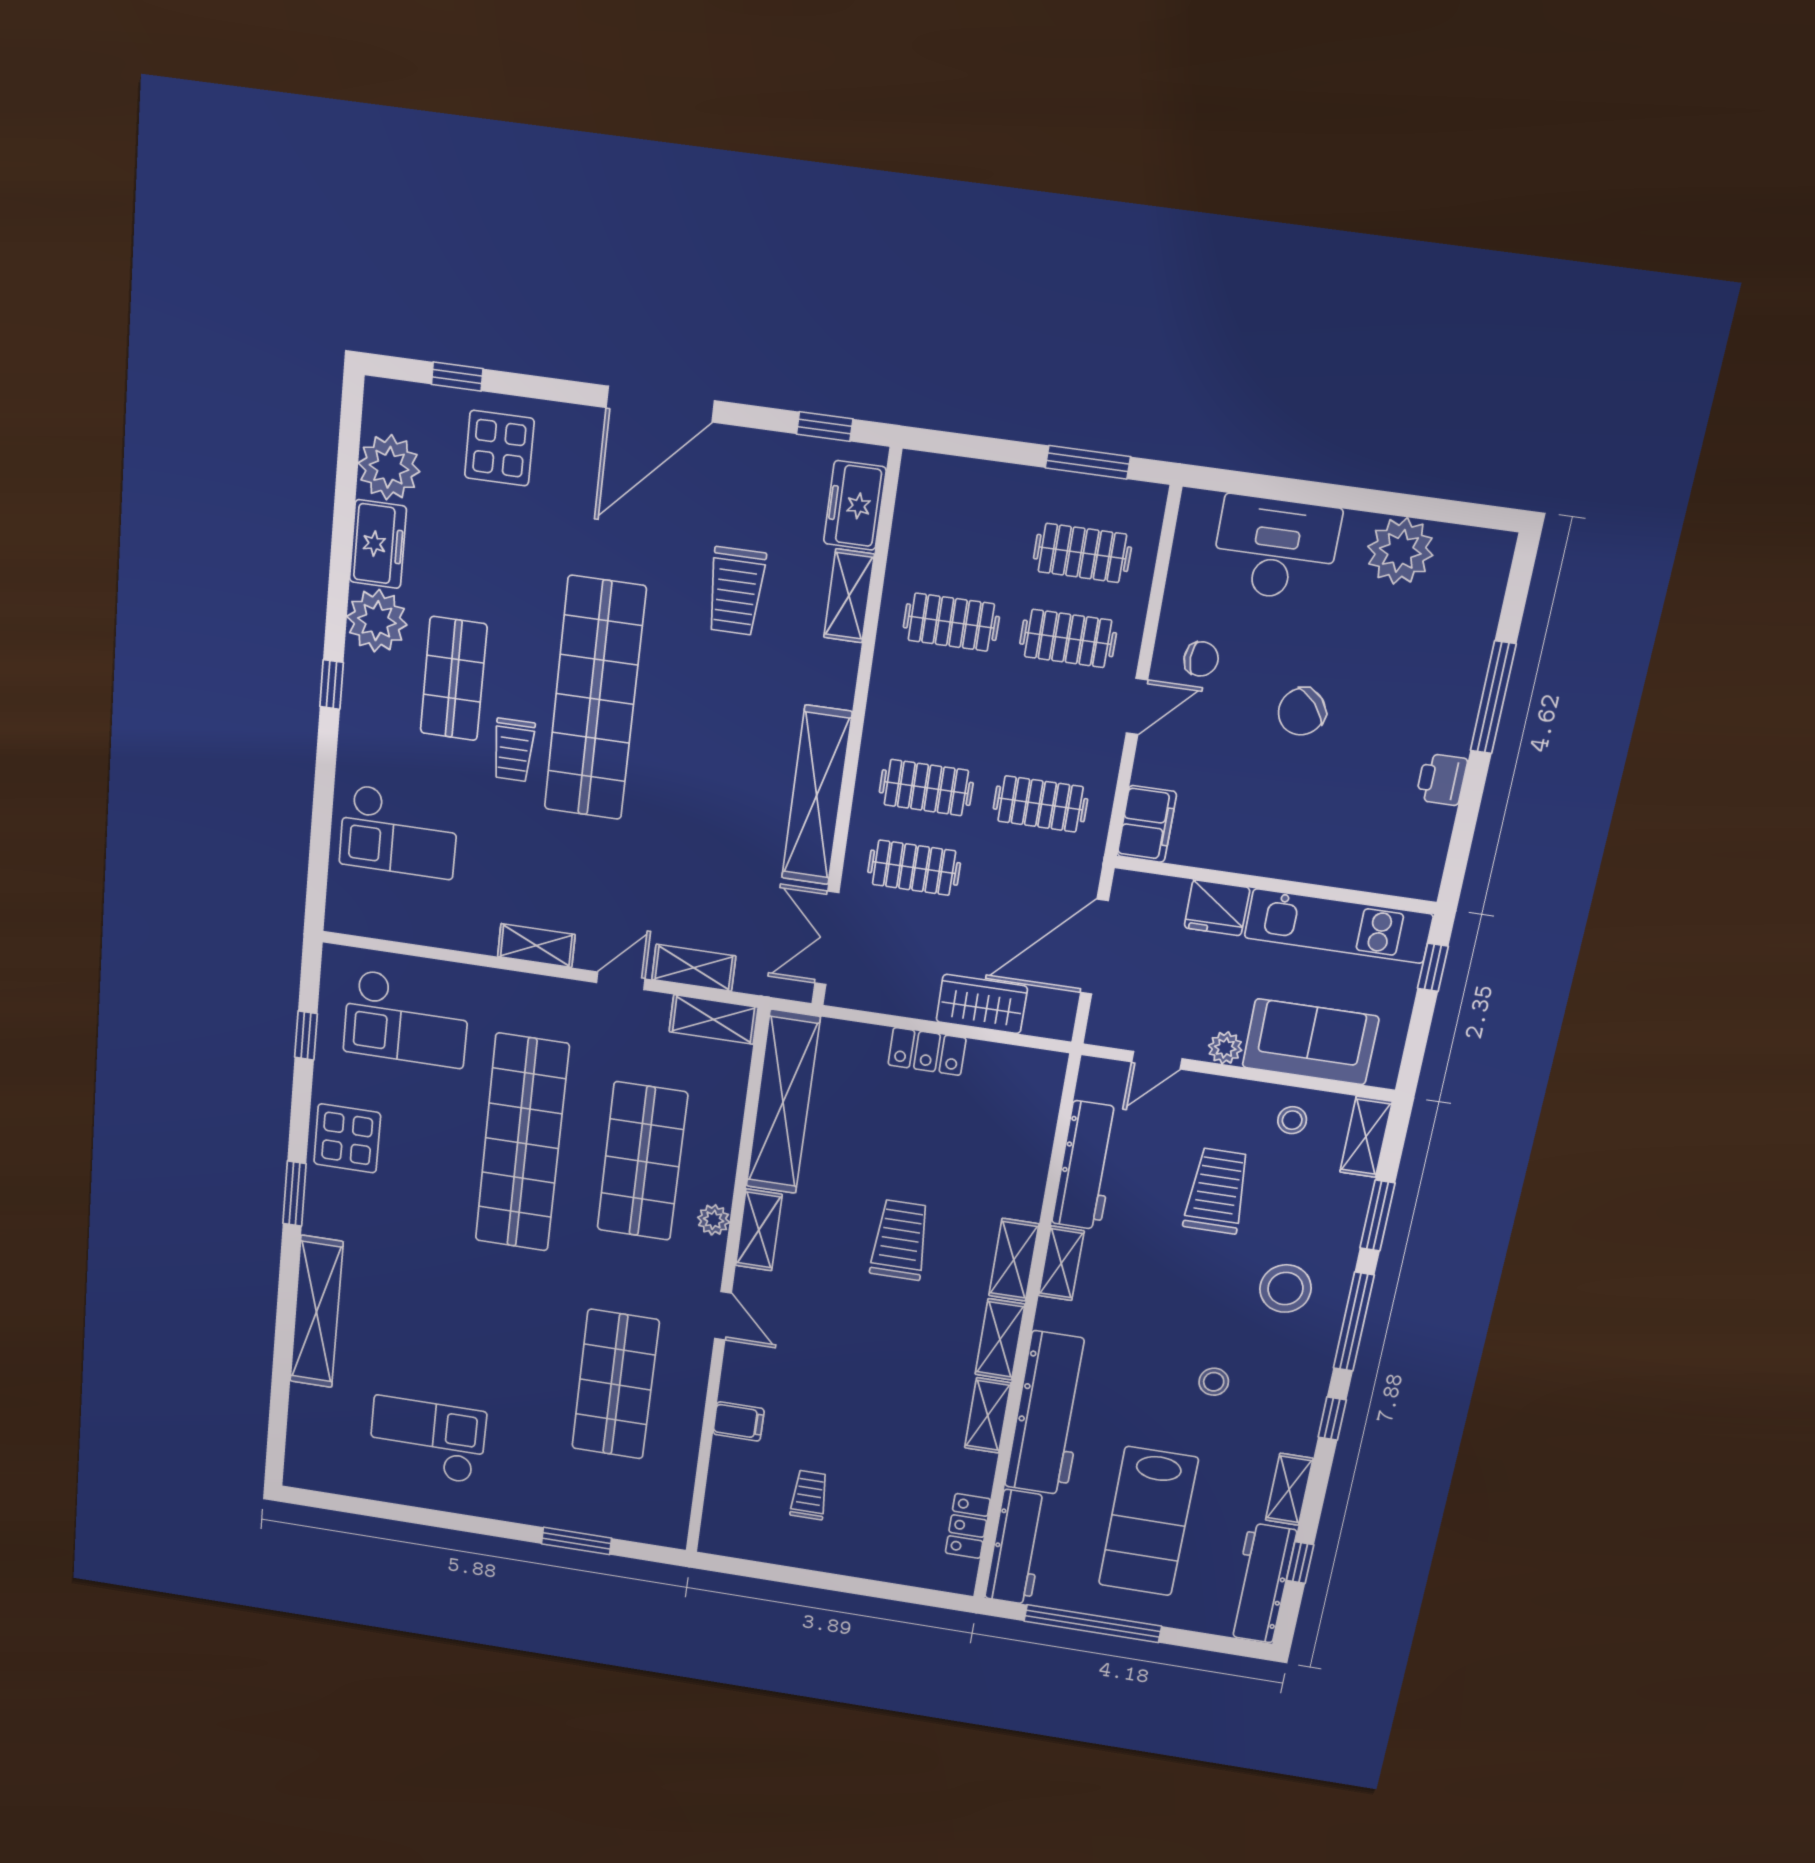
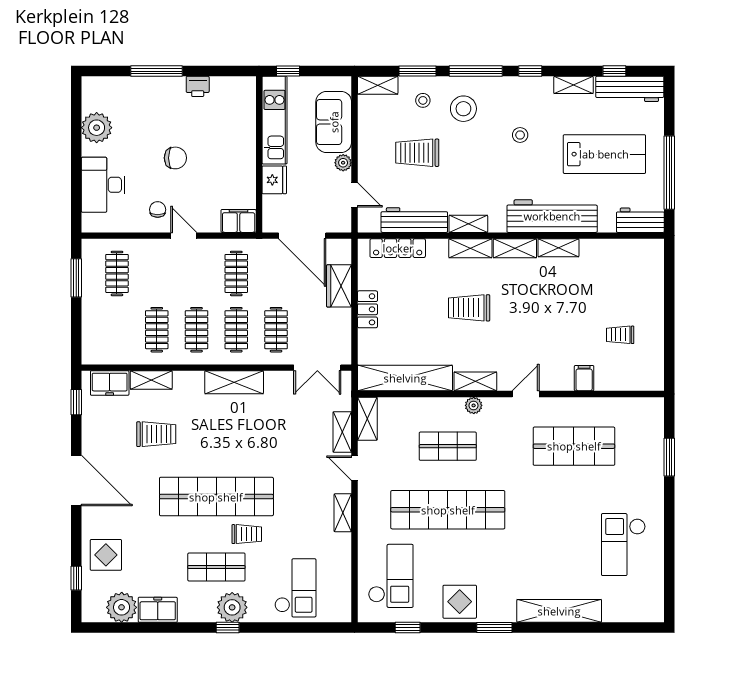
plant: (377, 621) -> (232, 607), moved
clothes rail: (1068, 638) -> (197, 330), moved
chair: (1302, 712) -> (175, 158), turned -48
shelving: (817, 795) -> (234, 382), width x0.68
stool: (1292, 1120) -> (423, 100), moved
shop shelf: (642, 1161) -> (448, 446), width x0.70, depth x0.74
locker: (968, 1526) -> (398, 248), moved, width x1.53
workbench: (1017, 1547) -> (640, 220), width x0.73

